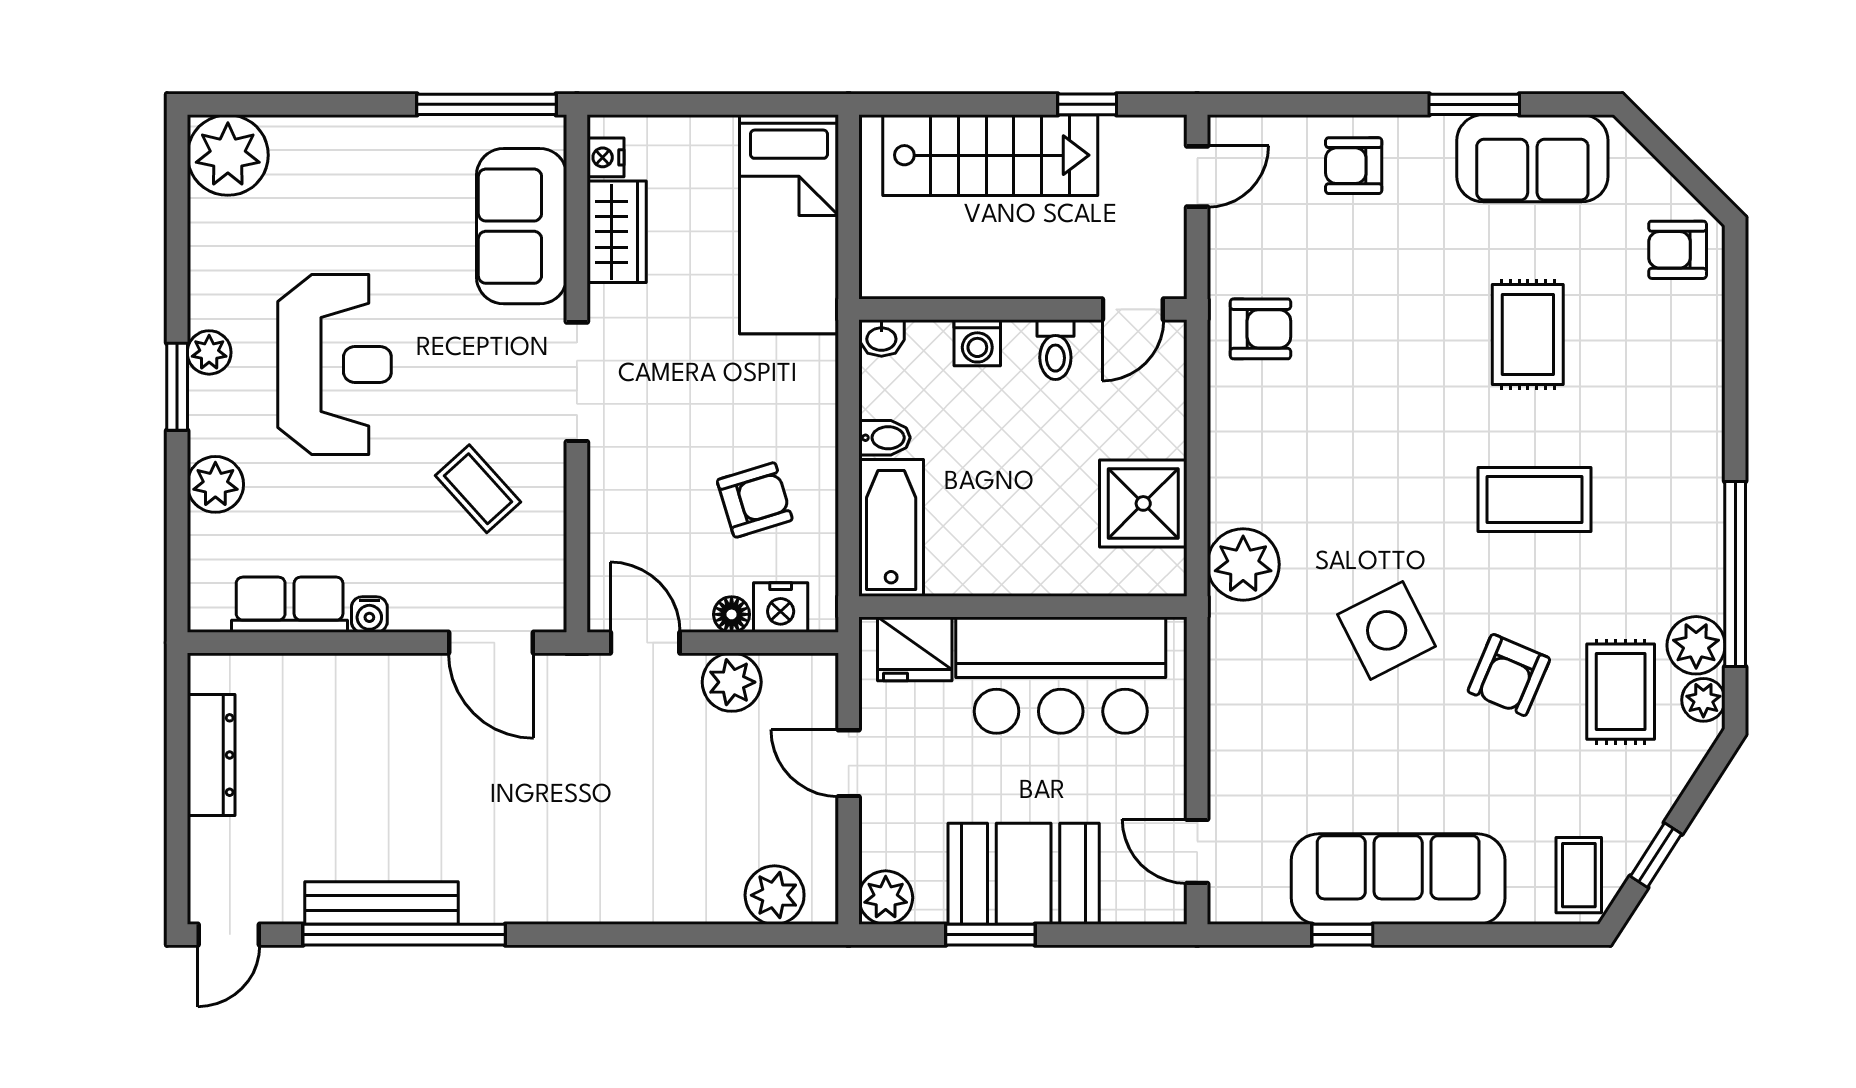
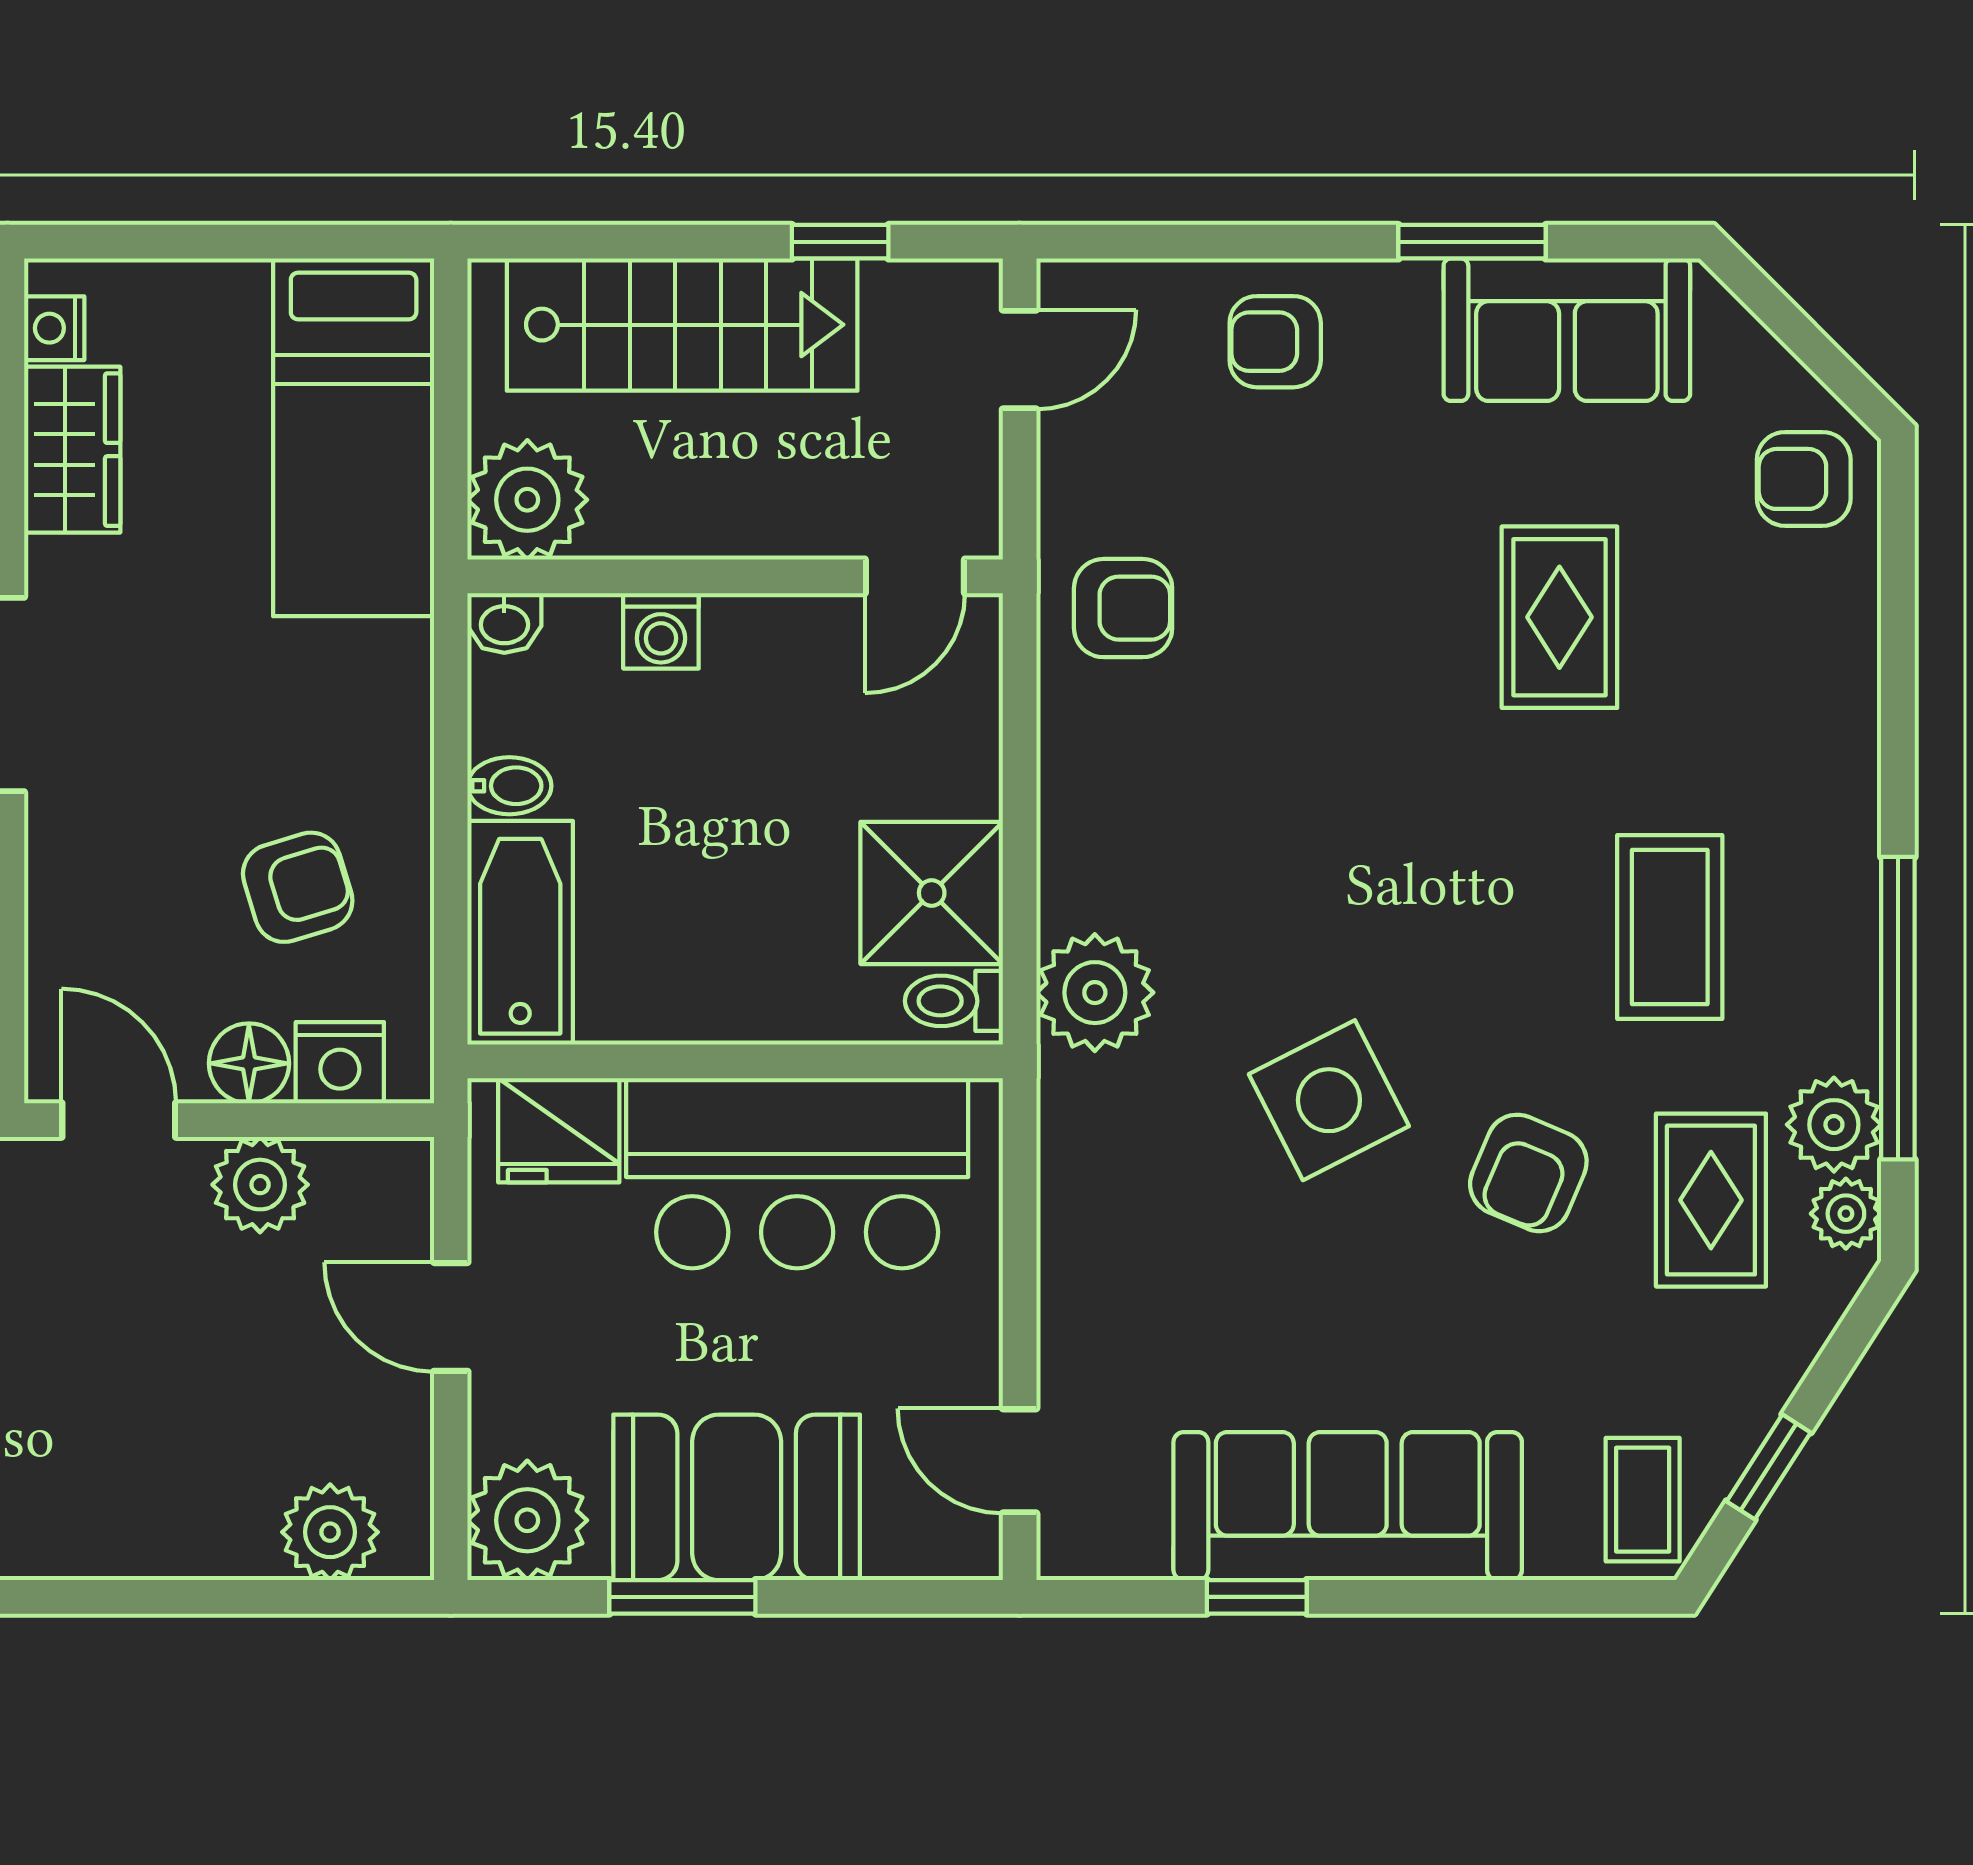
plant: (895, 262) -> (527, 500), added
toilet: (1055, 350) -> (954, 1001), moved, turned 90
coffee table: (1534, 499) -> (1670, 927), moved, turned 90
floor lamp: (732, 614) -> (249, 1063), width x1.37, depth x1.37
plant: (886, 898) -> (527, 1520), width x1.36, depth x1.36

